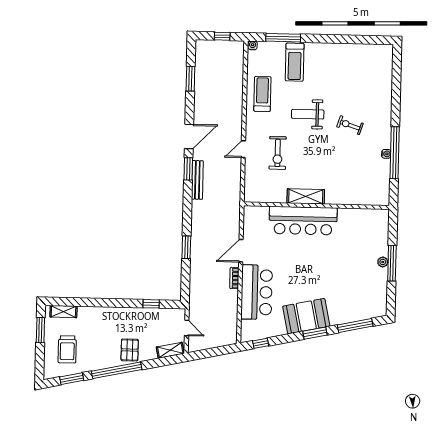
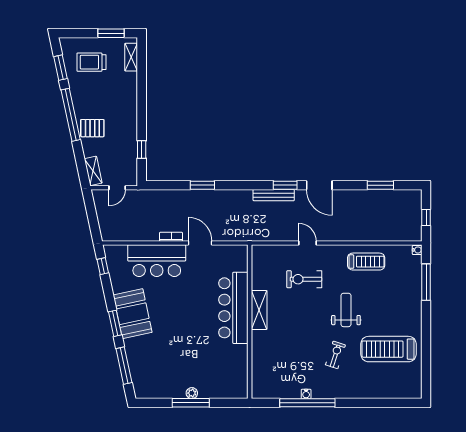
treadmill: (295, 62) -> (389, 349), moved, width x1.37, depth x1.38

